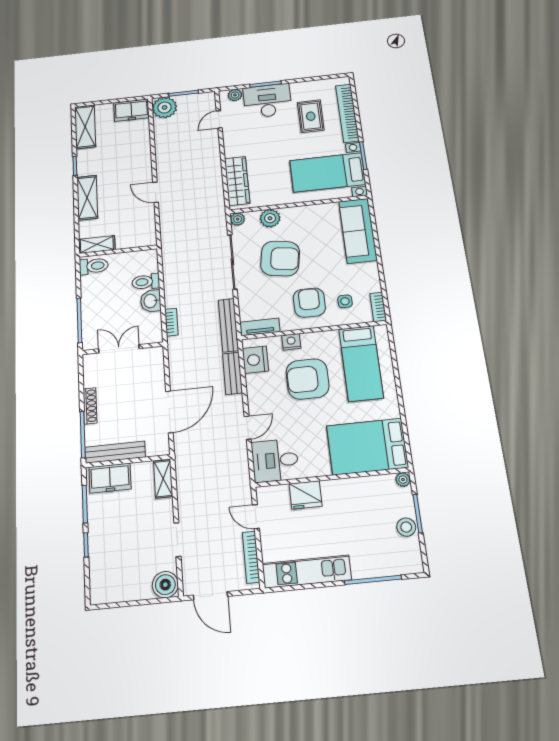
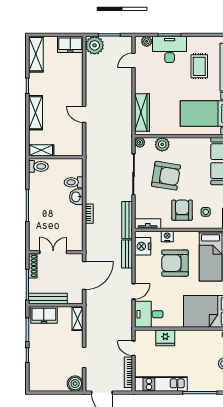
wall: (123, 348) -> (56, 252), moved
double door: (119, 349) -> (53, 252), moved

